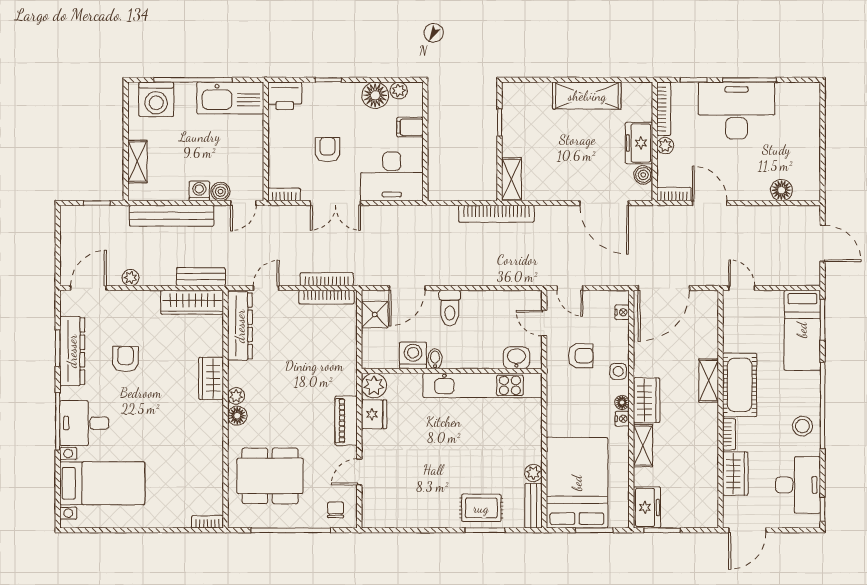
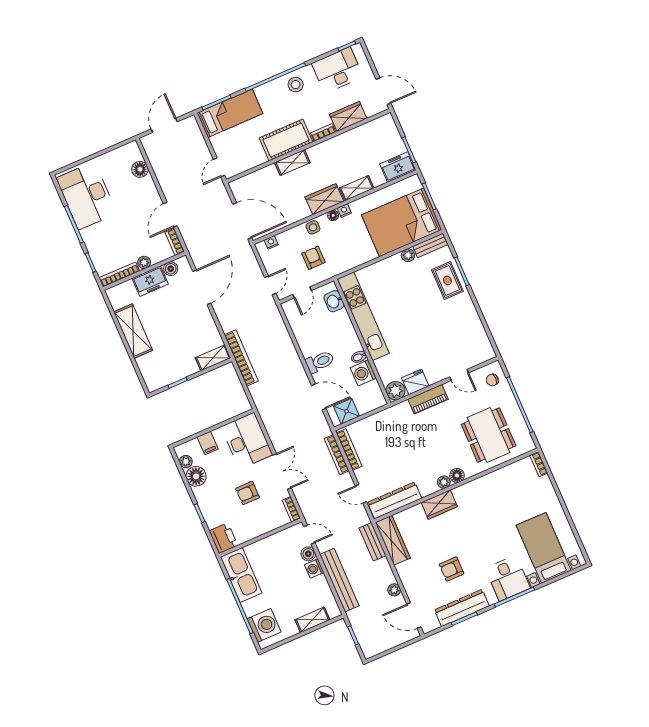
desk: (737, 111) -> (87, 196), moved

